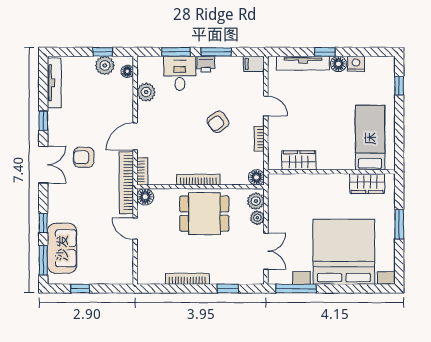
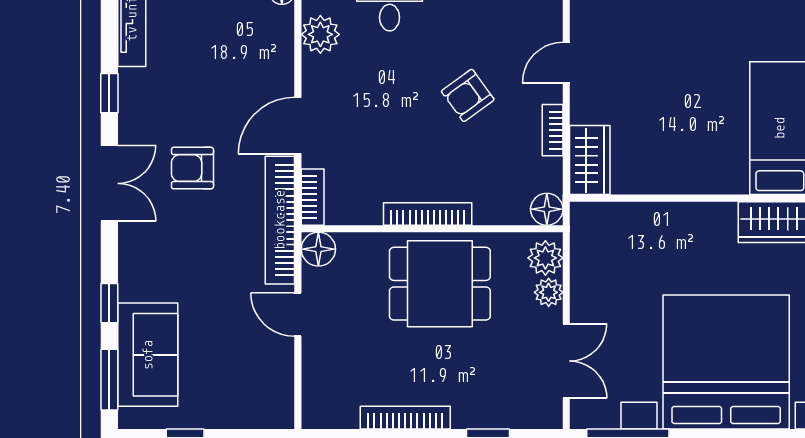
door: (266, 106) -> (566, 63), swing flipped
wardrobe: (299, 160) -> (590, 160), moved, turned 90

